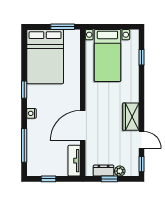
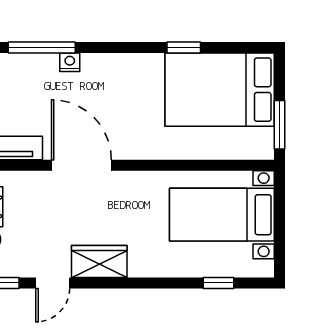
window: (24, 90) -> (184, 47), moved
nightstand: (31, 113) -> (70, 62), moved

